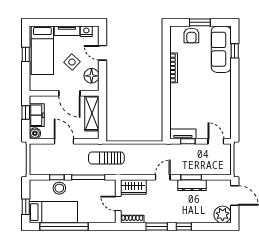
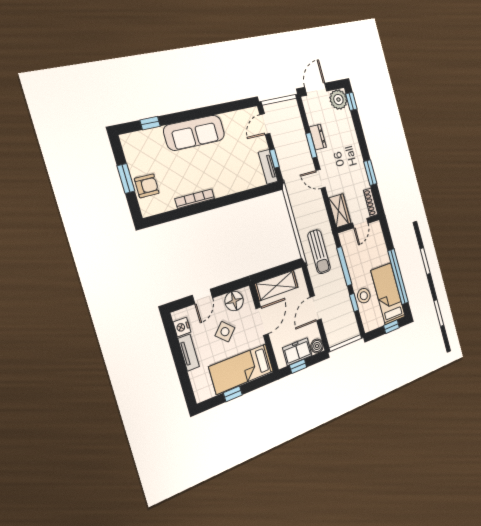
sofa: (221, 49) -> (194, 133), moved
bed: (42, 50) -> (241, 369), moved, turned 180
dresser: (192, 185) -> (318, 137), width x0.70
window: (184, 227) -> (351, 101), moved

